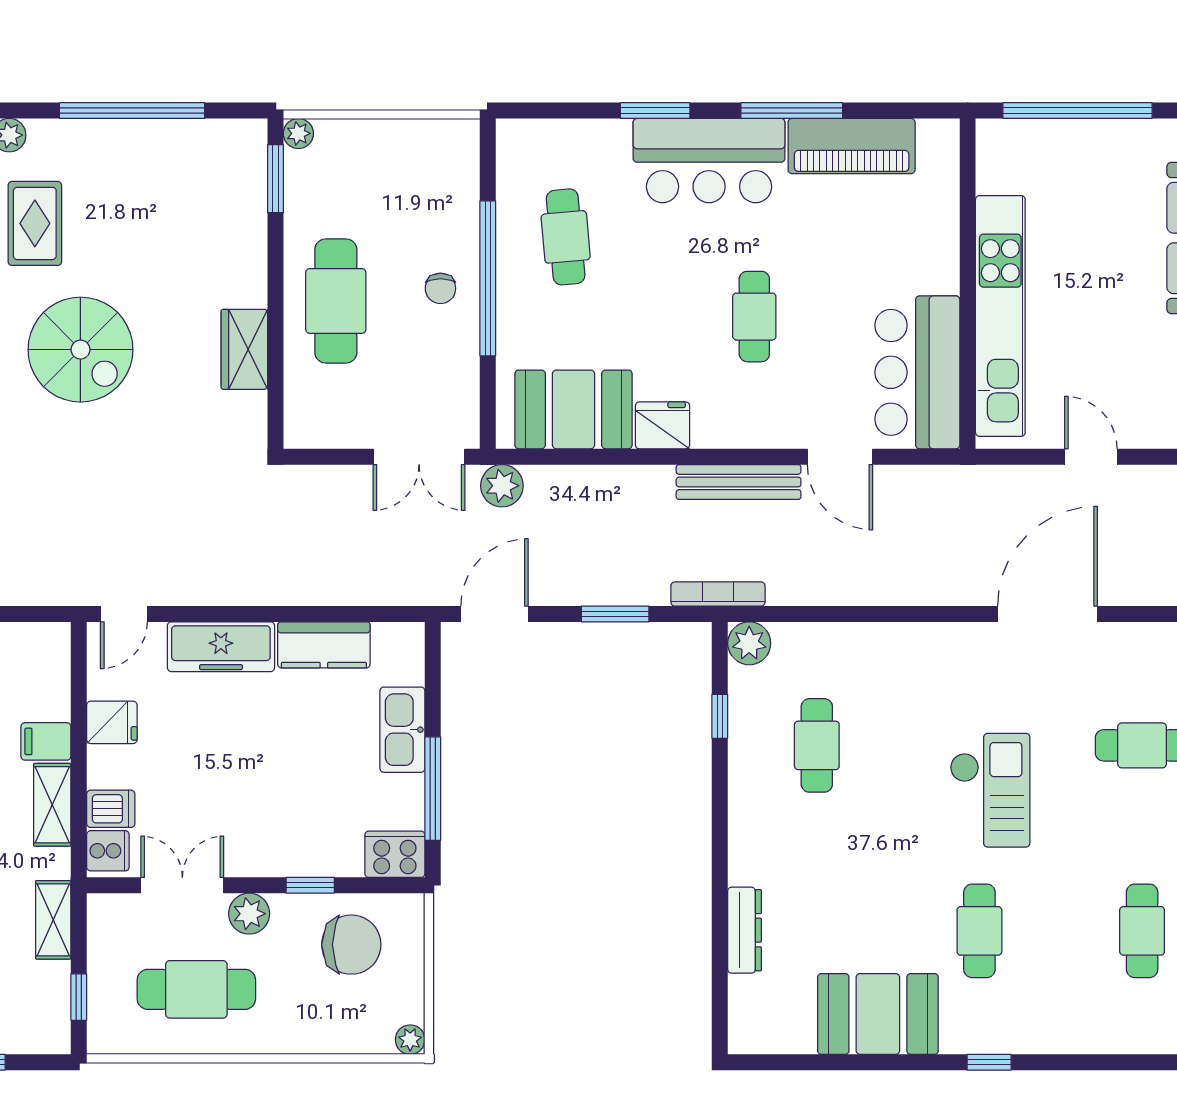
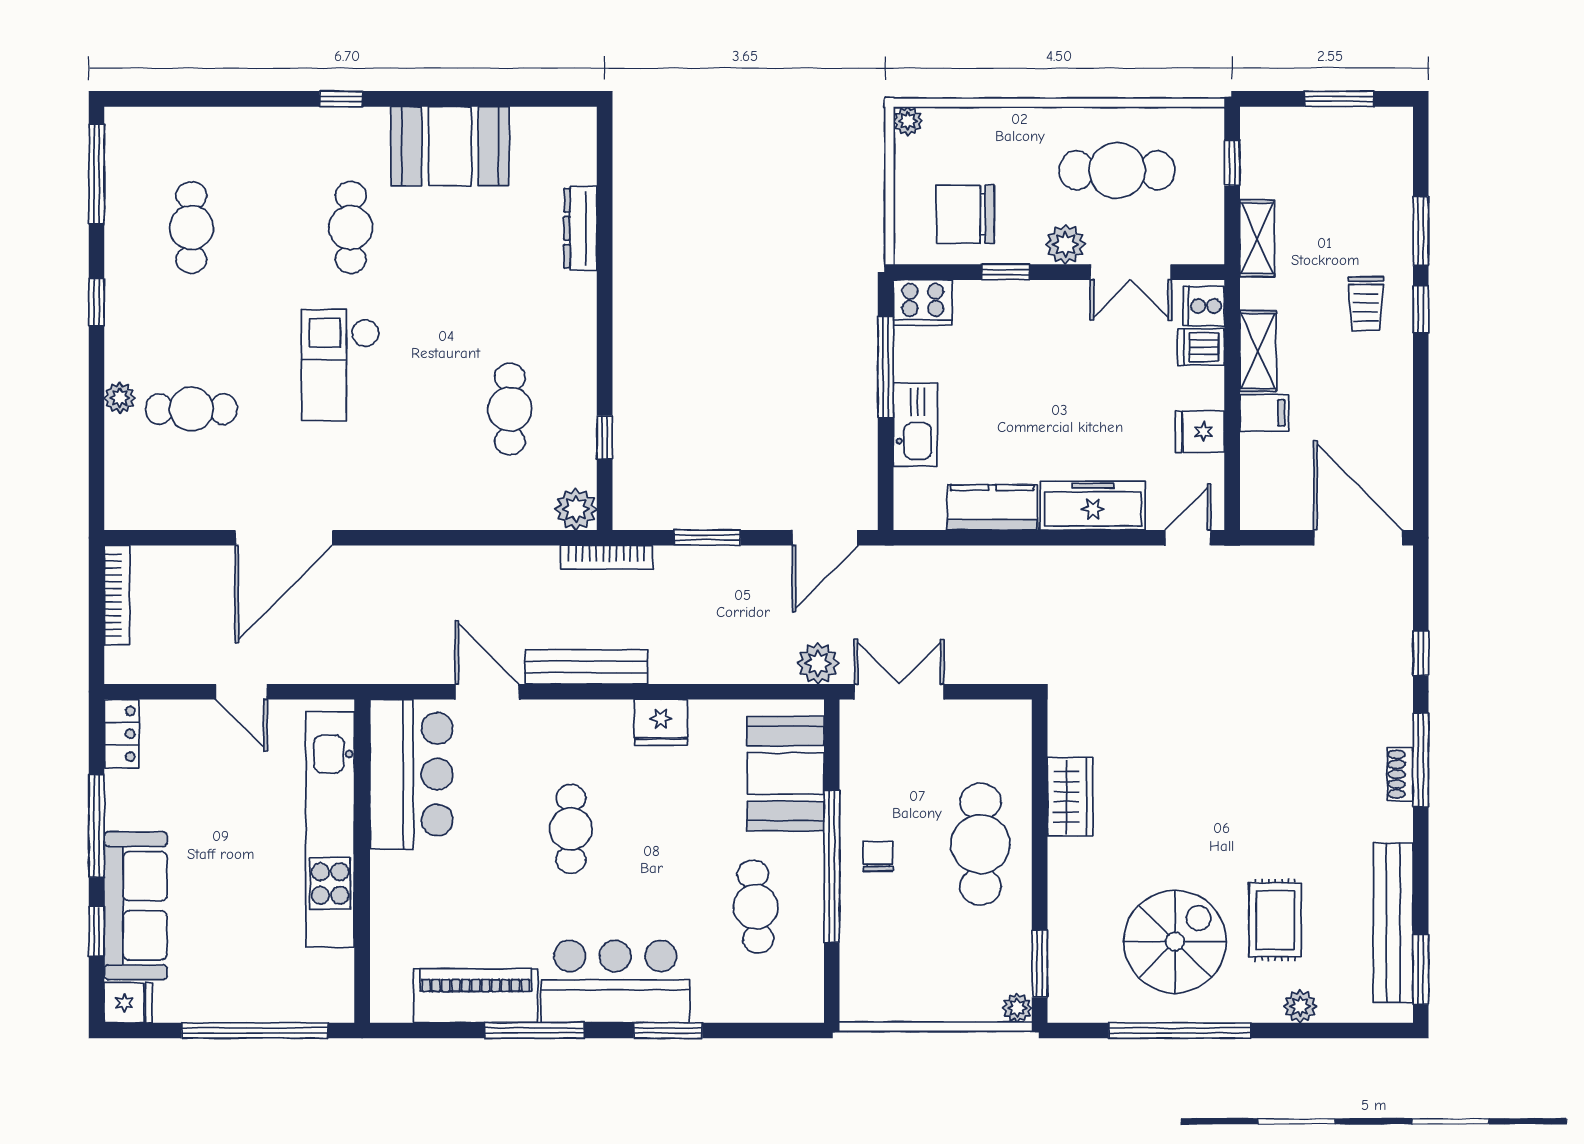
spiral stairs: (80, 350) -> (1175, 942), moved, turned 90
booth: (574, 409) -> (786, 773), moved, turned 90

